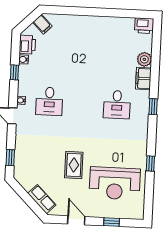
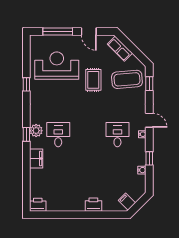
printer: (27, 45) -> (93, 205), moved, turned 90
plant: (144, 59) -> (36, 131), moved
coffee table: (35, 164) -> (127, 79), added
window: (112, 222) -> (58, 32), width x2.17

